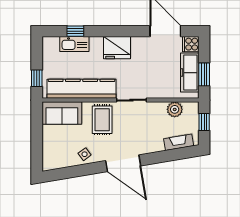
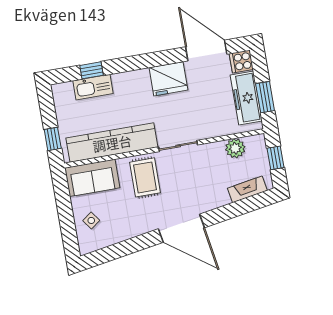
fridge: (117, 48) -> (168, 79), moved
side table: (85, 154) -> (91, 220), moved

